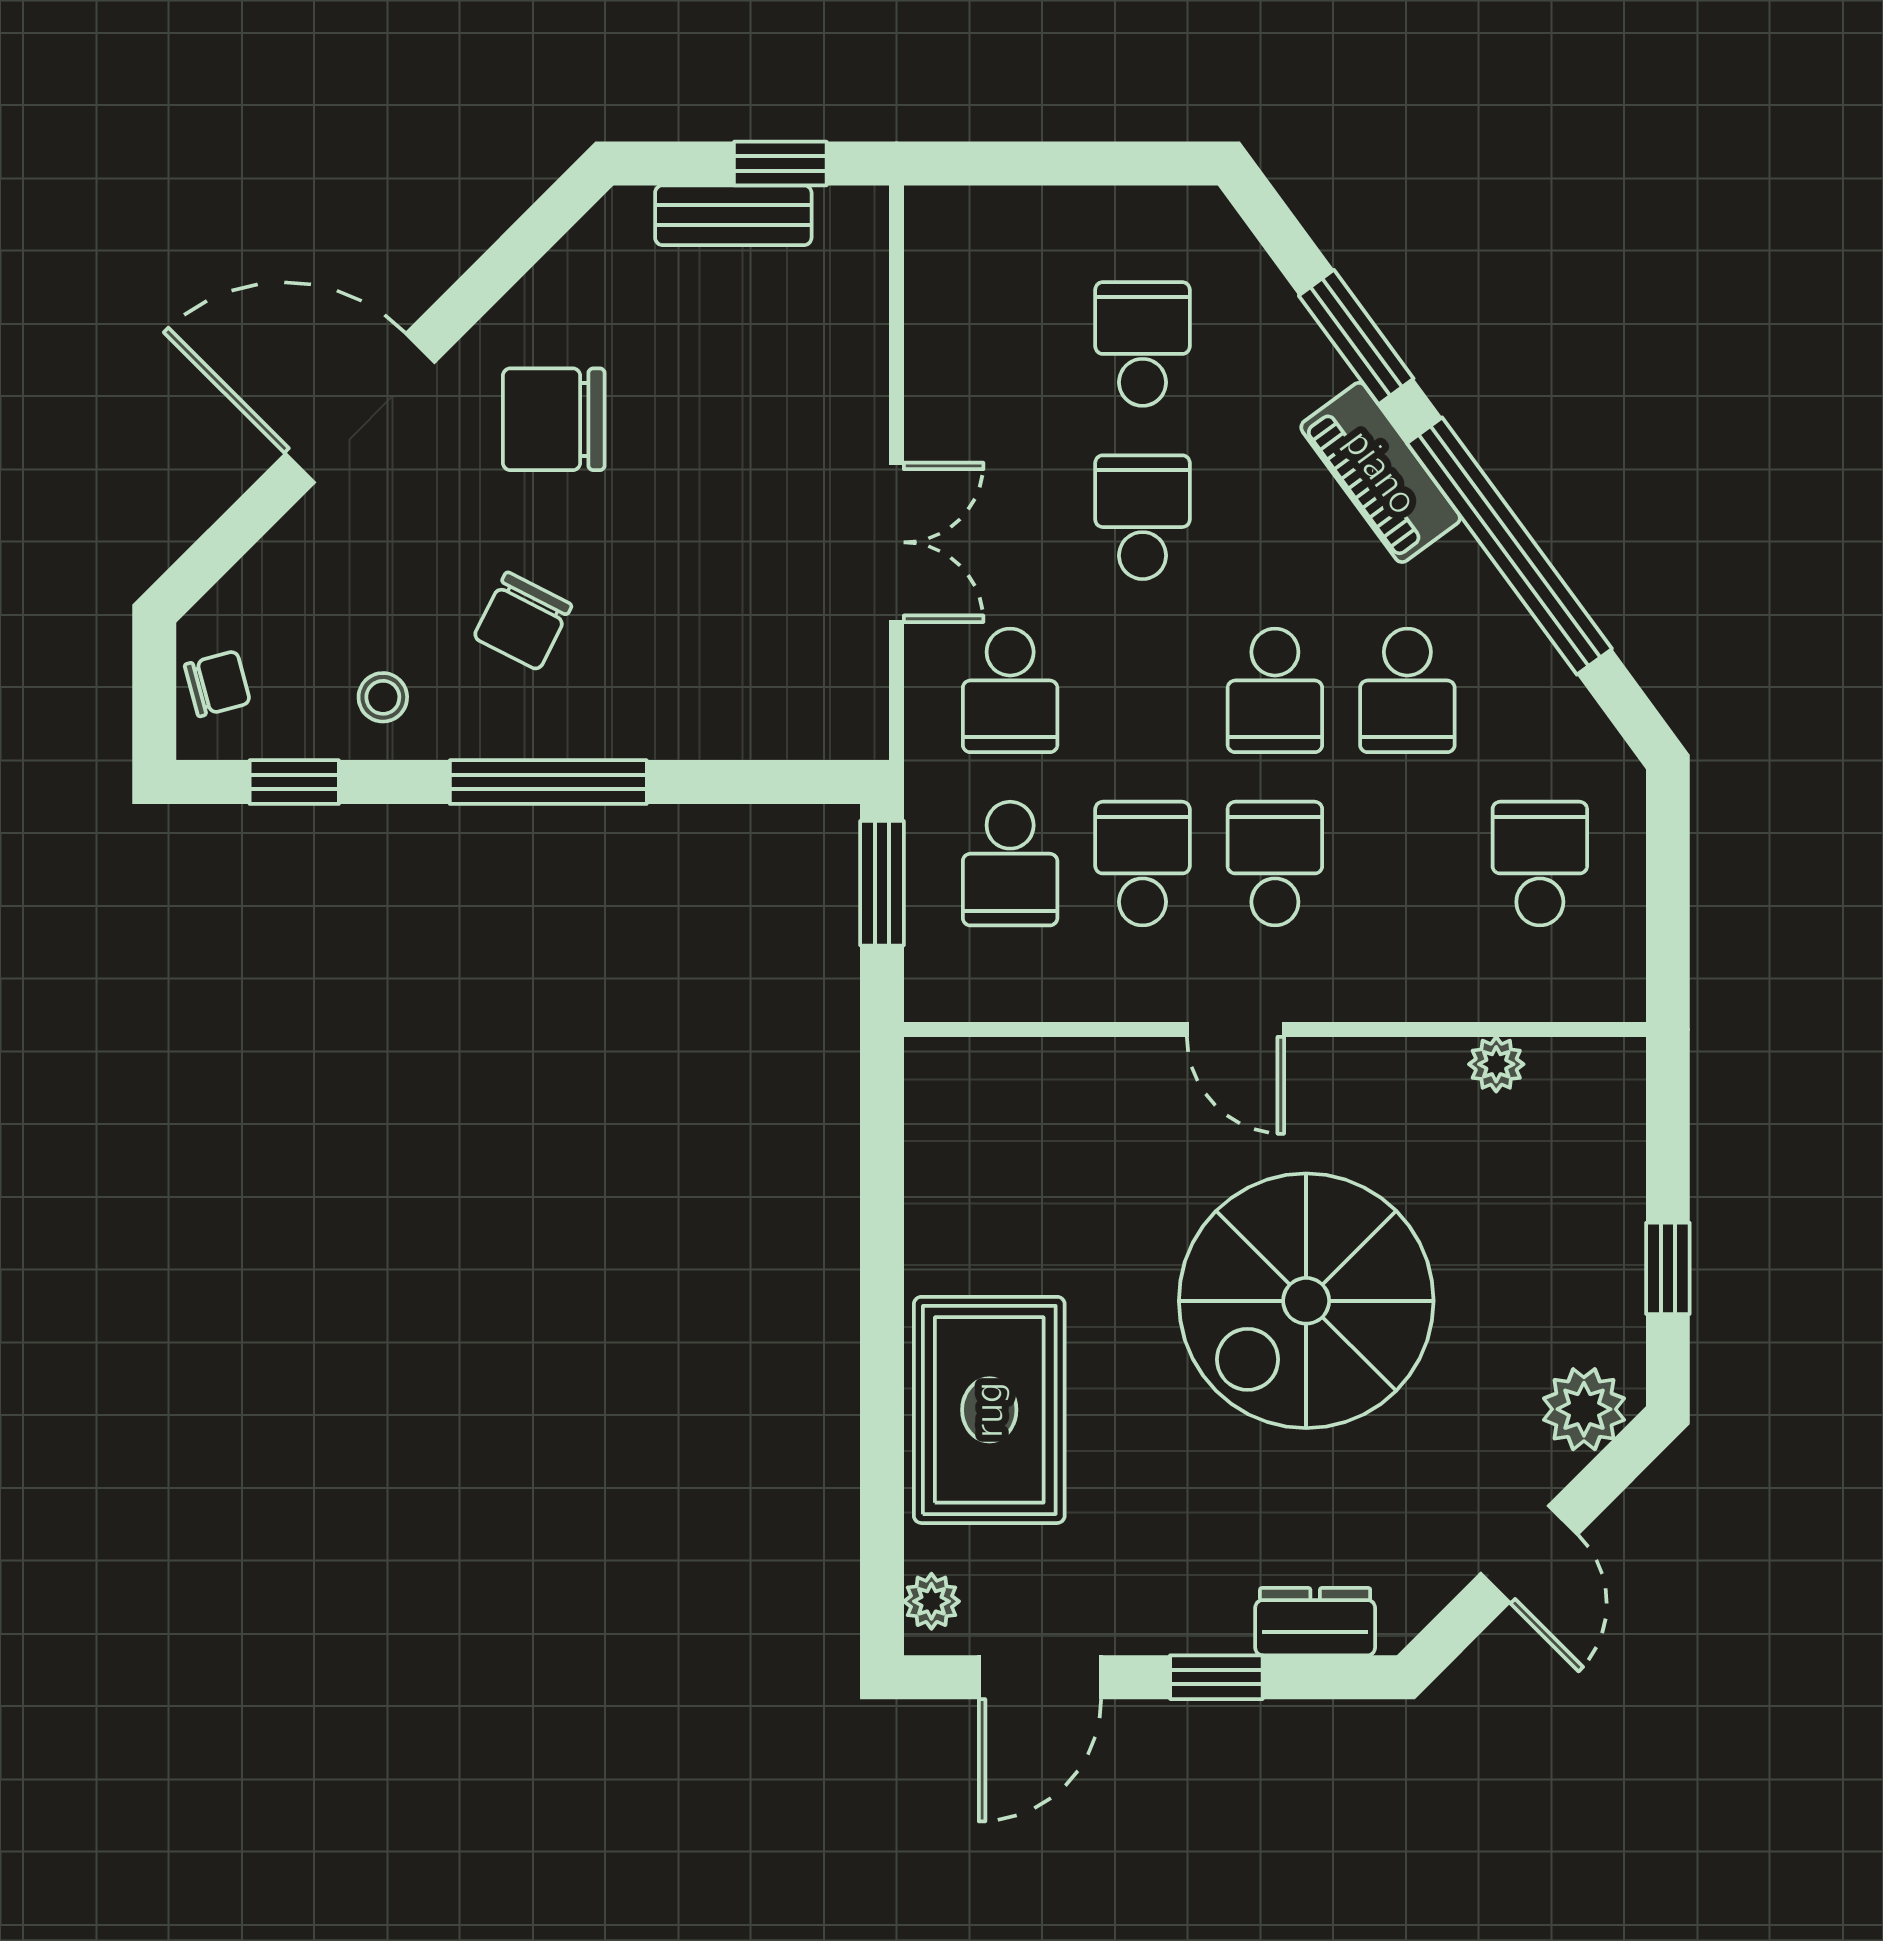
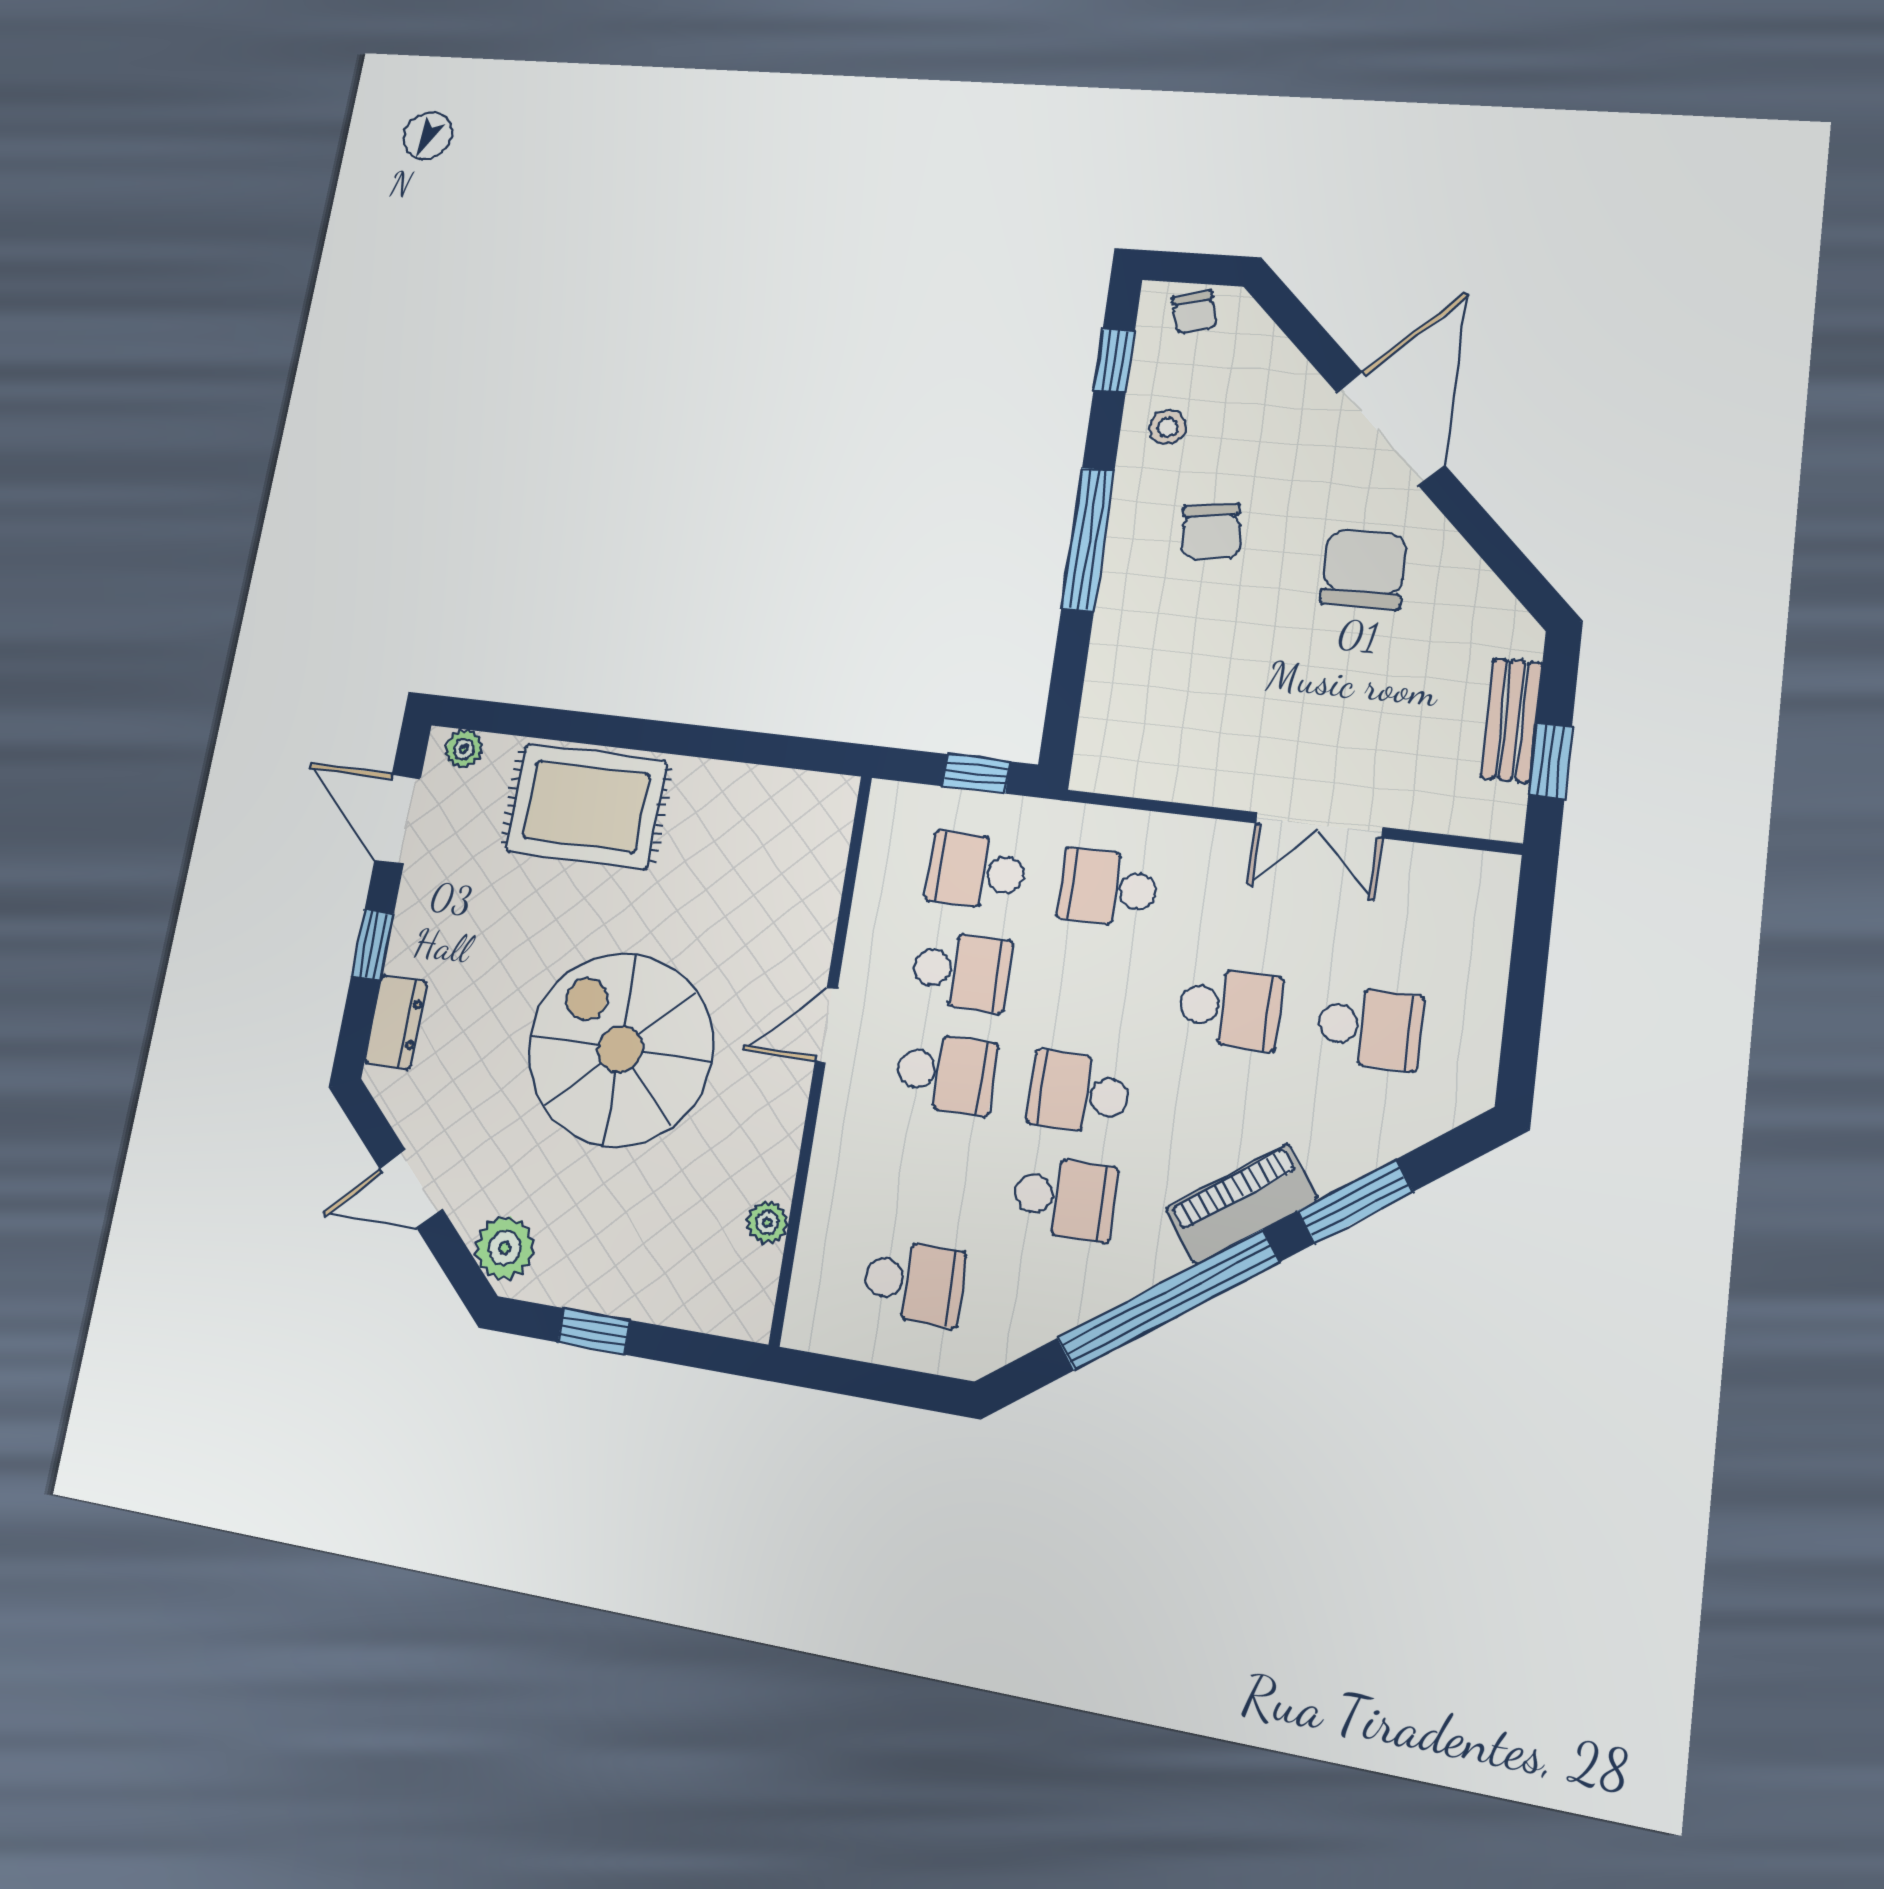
double door: (897, 542) -> (1319, 825), moved
chair: (523, 621) -> (1211, 532), turned -125
school desk: (1407, 690) -> (1064, 1198), turned 180
window: (882, 883) -> (977, 774), width x0.67

